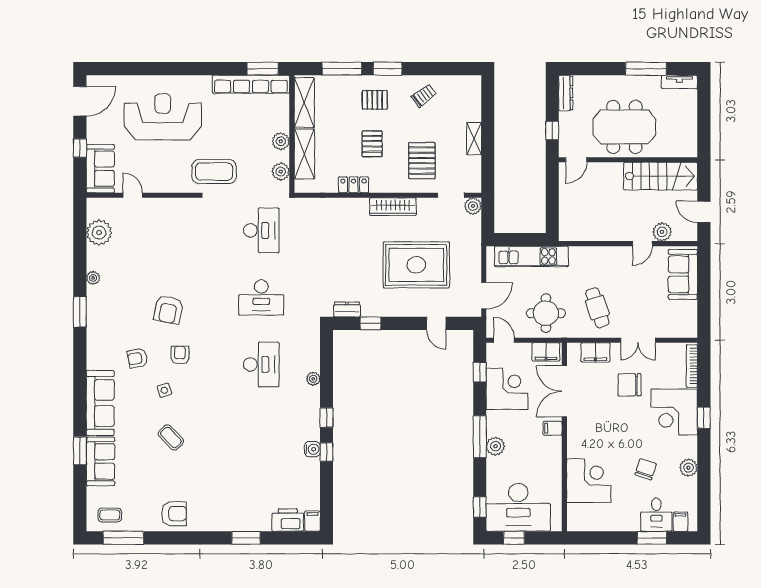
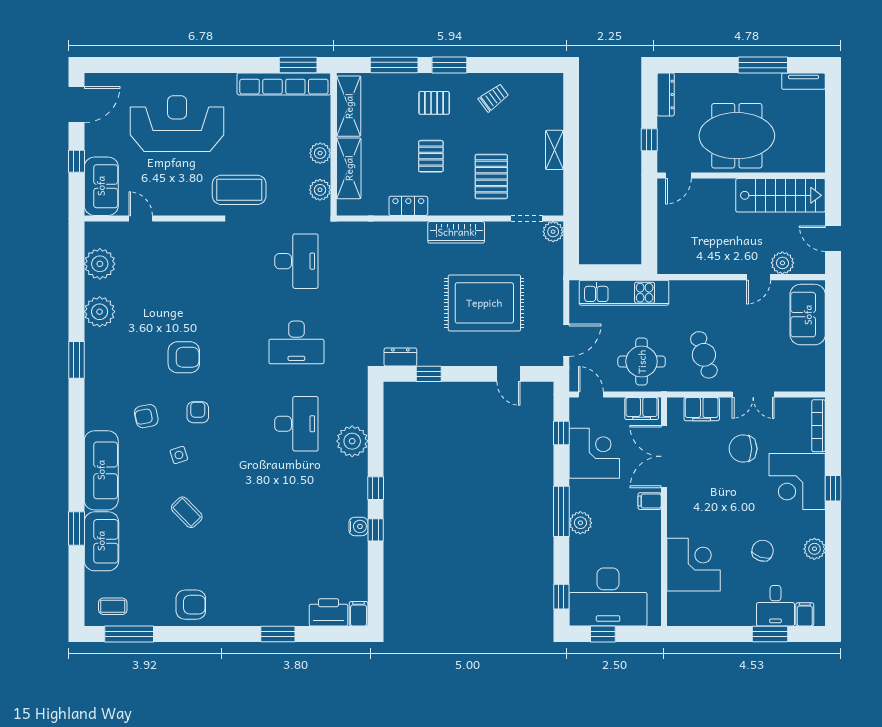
plant: (93, 278) -> (100, 312), width x1.87, depth x1.87
armchair: (168, 310) -> (184, 357), turned -101
plant: (313, 379) -> (352, 441), width x1.87, depth x1.87

